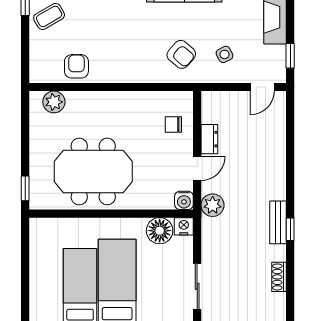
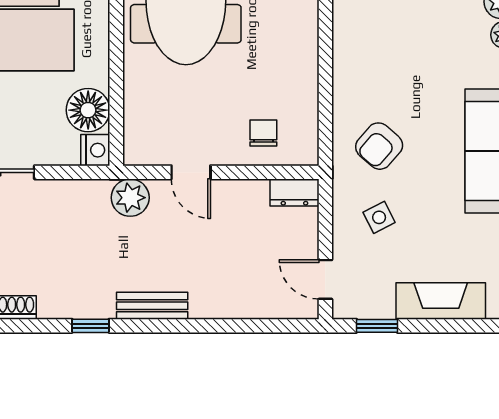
dresser: (209, 139) -> (294, 192), moved
water cooler: (184, 200) -> (138, 150), removed
bench: (278, 222) -> (152, 306), moved

